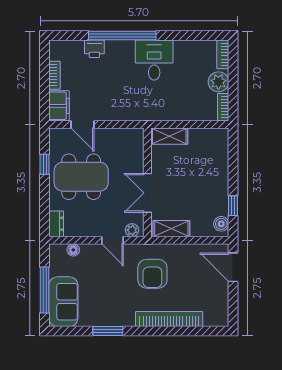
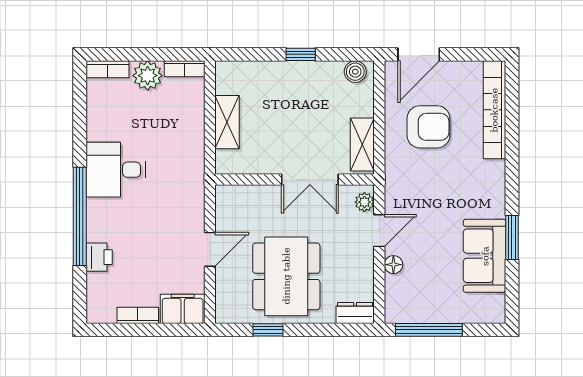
door: (82, 124) -> (210, 249), moved
shelving: (169, 136) -> (227, 122), moved
window: (233, 206) -> (301, 54), moved
floor lamp: (73, 250) -> (393, 265), moved
armchair: (152, 274) -> (428, 127), moved
window: (45, 290) -> (429, 330), moved
sofa: (63, 302) -> (485, 256), moved, turned -90
bookcase: (169, 319) -> (494, 110), moved

